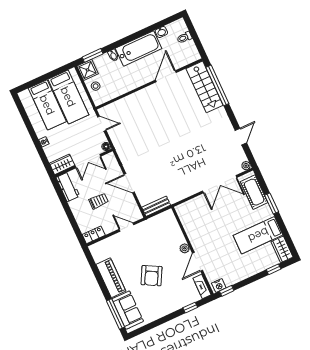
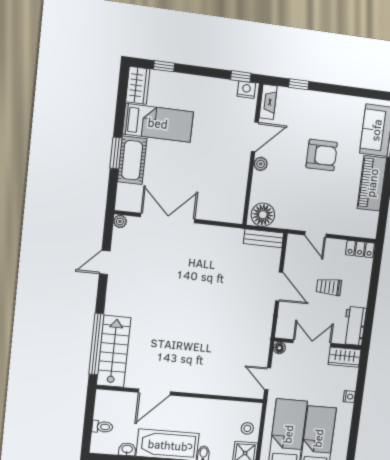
cot: (254, 192) -> (132, 160), moved
floor lamp: (165, 220) -> (263, 215), added
armchair: (152, 276) -> (322, 155), turned 62

